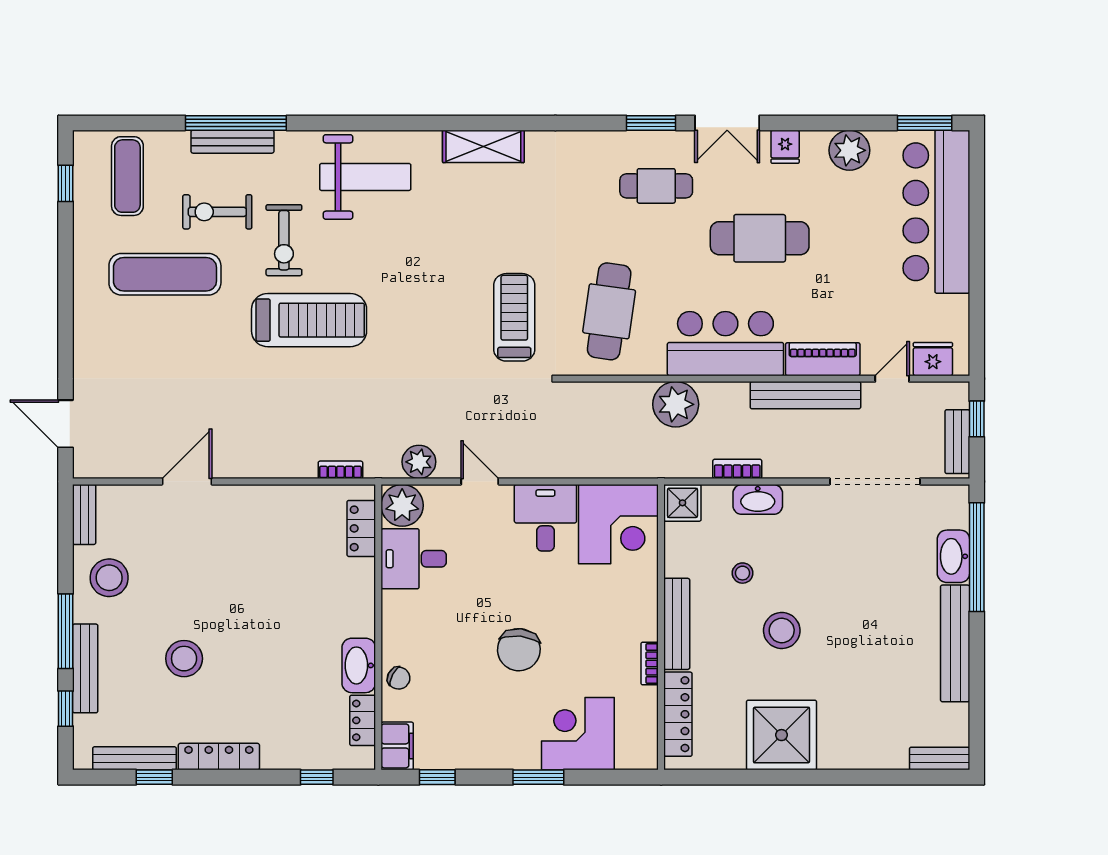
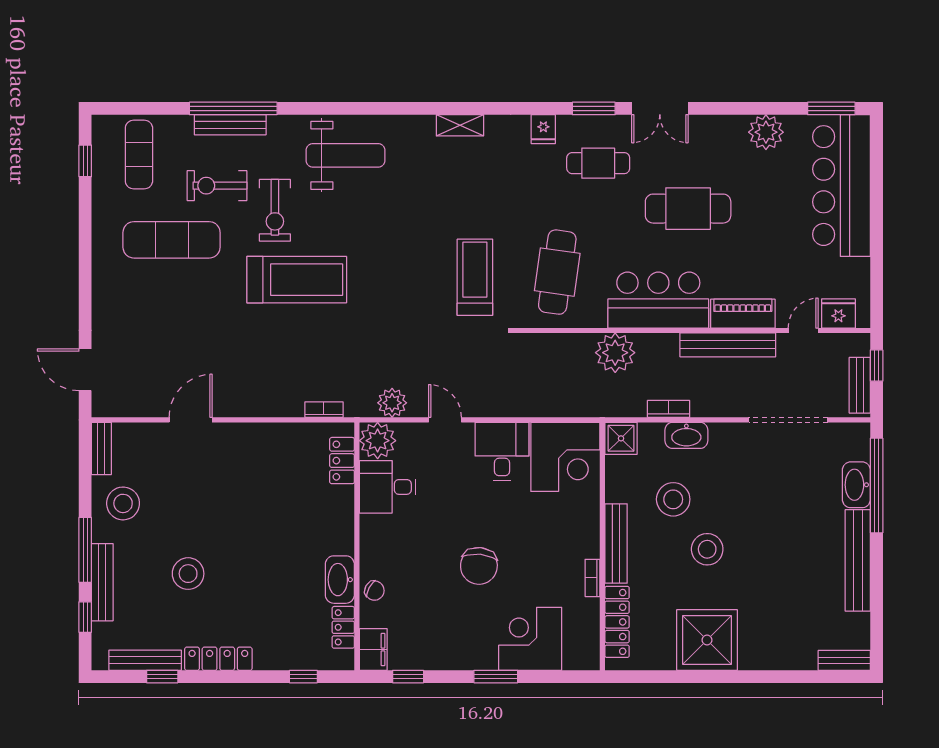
shelving: (483, 146) -> (460, 125), width x0.67, depth x0.75
fridge: (785, 147) -> (543, 129), moved
stool: (743, 573) -> (673, 499), width x1.89, depth x1.89

